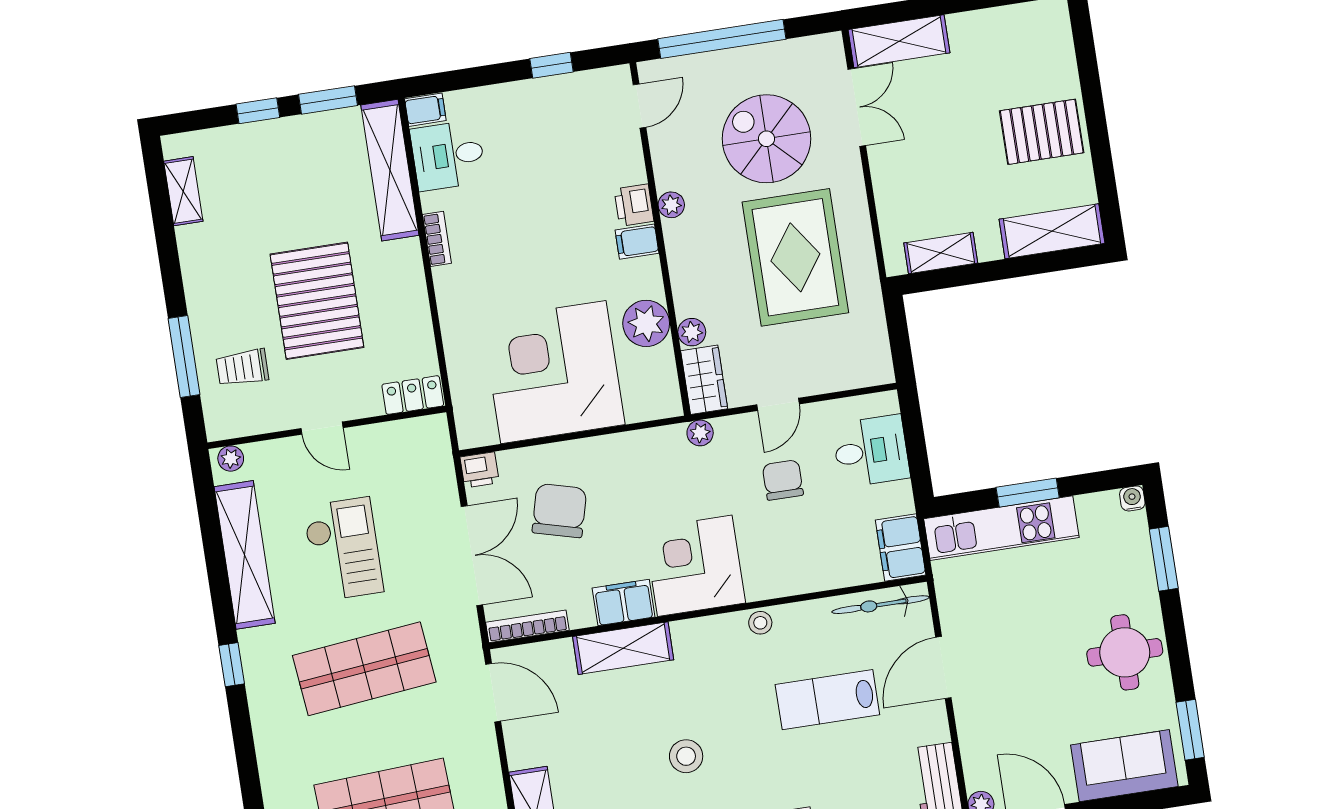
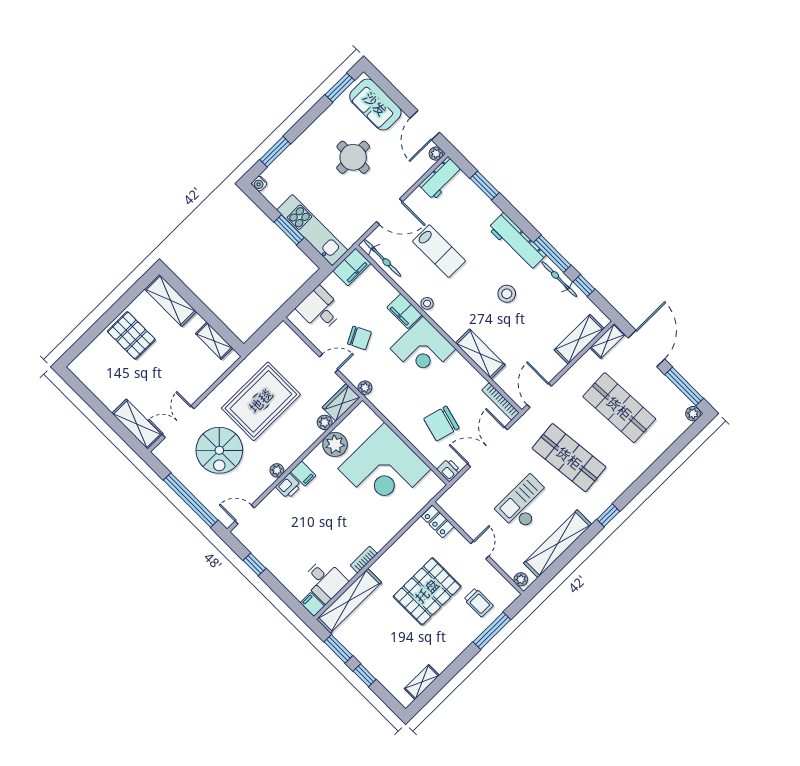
chair: (783, 480) -> (359, 338), turned -117
filing cabinet: (624, 603) -> (404, 311), moved
round table: (1125, 652) -> (353, 157), moved

